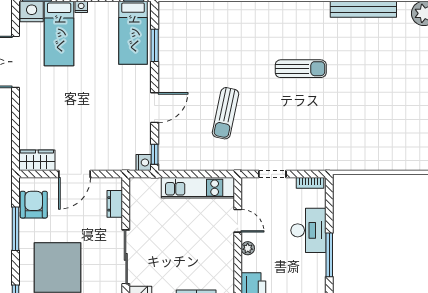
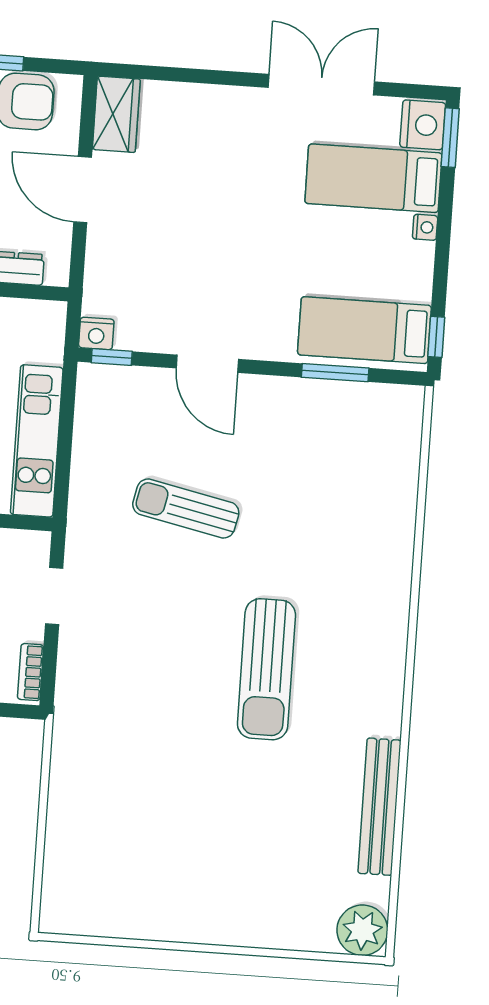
sun lounger: (301, 69) -> (266, 669), width x1.36, depth x1.34

